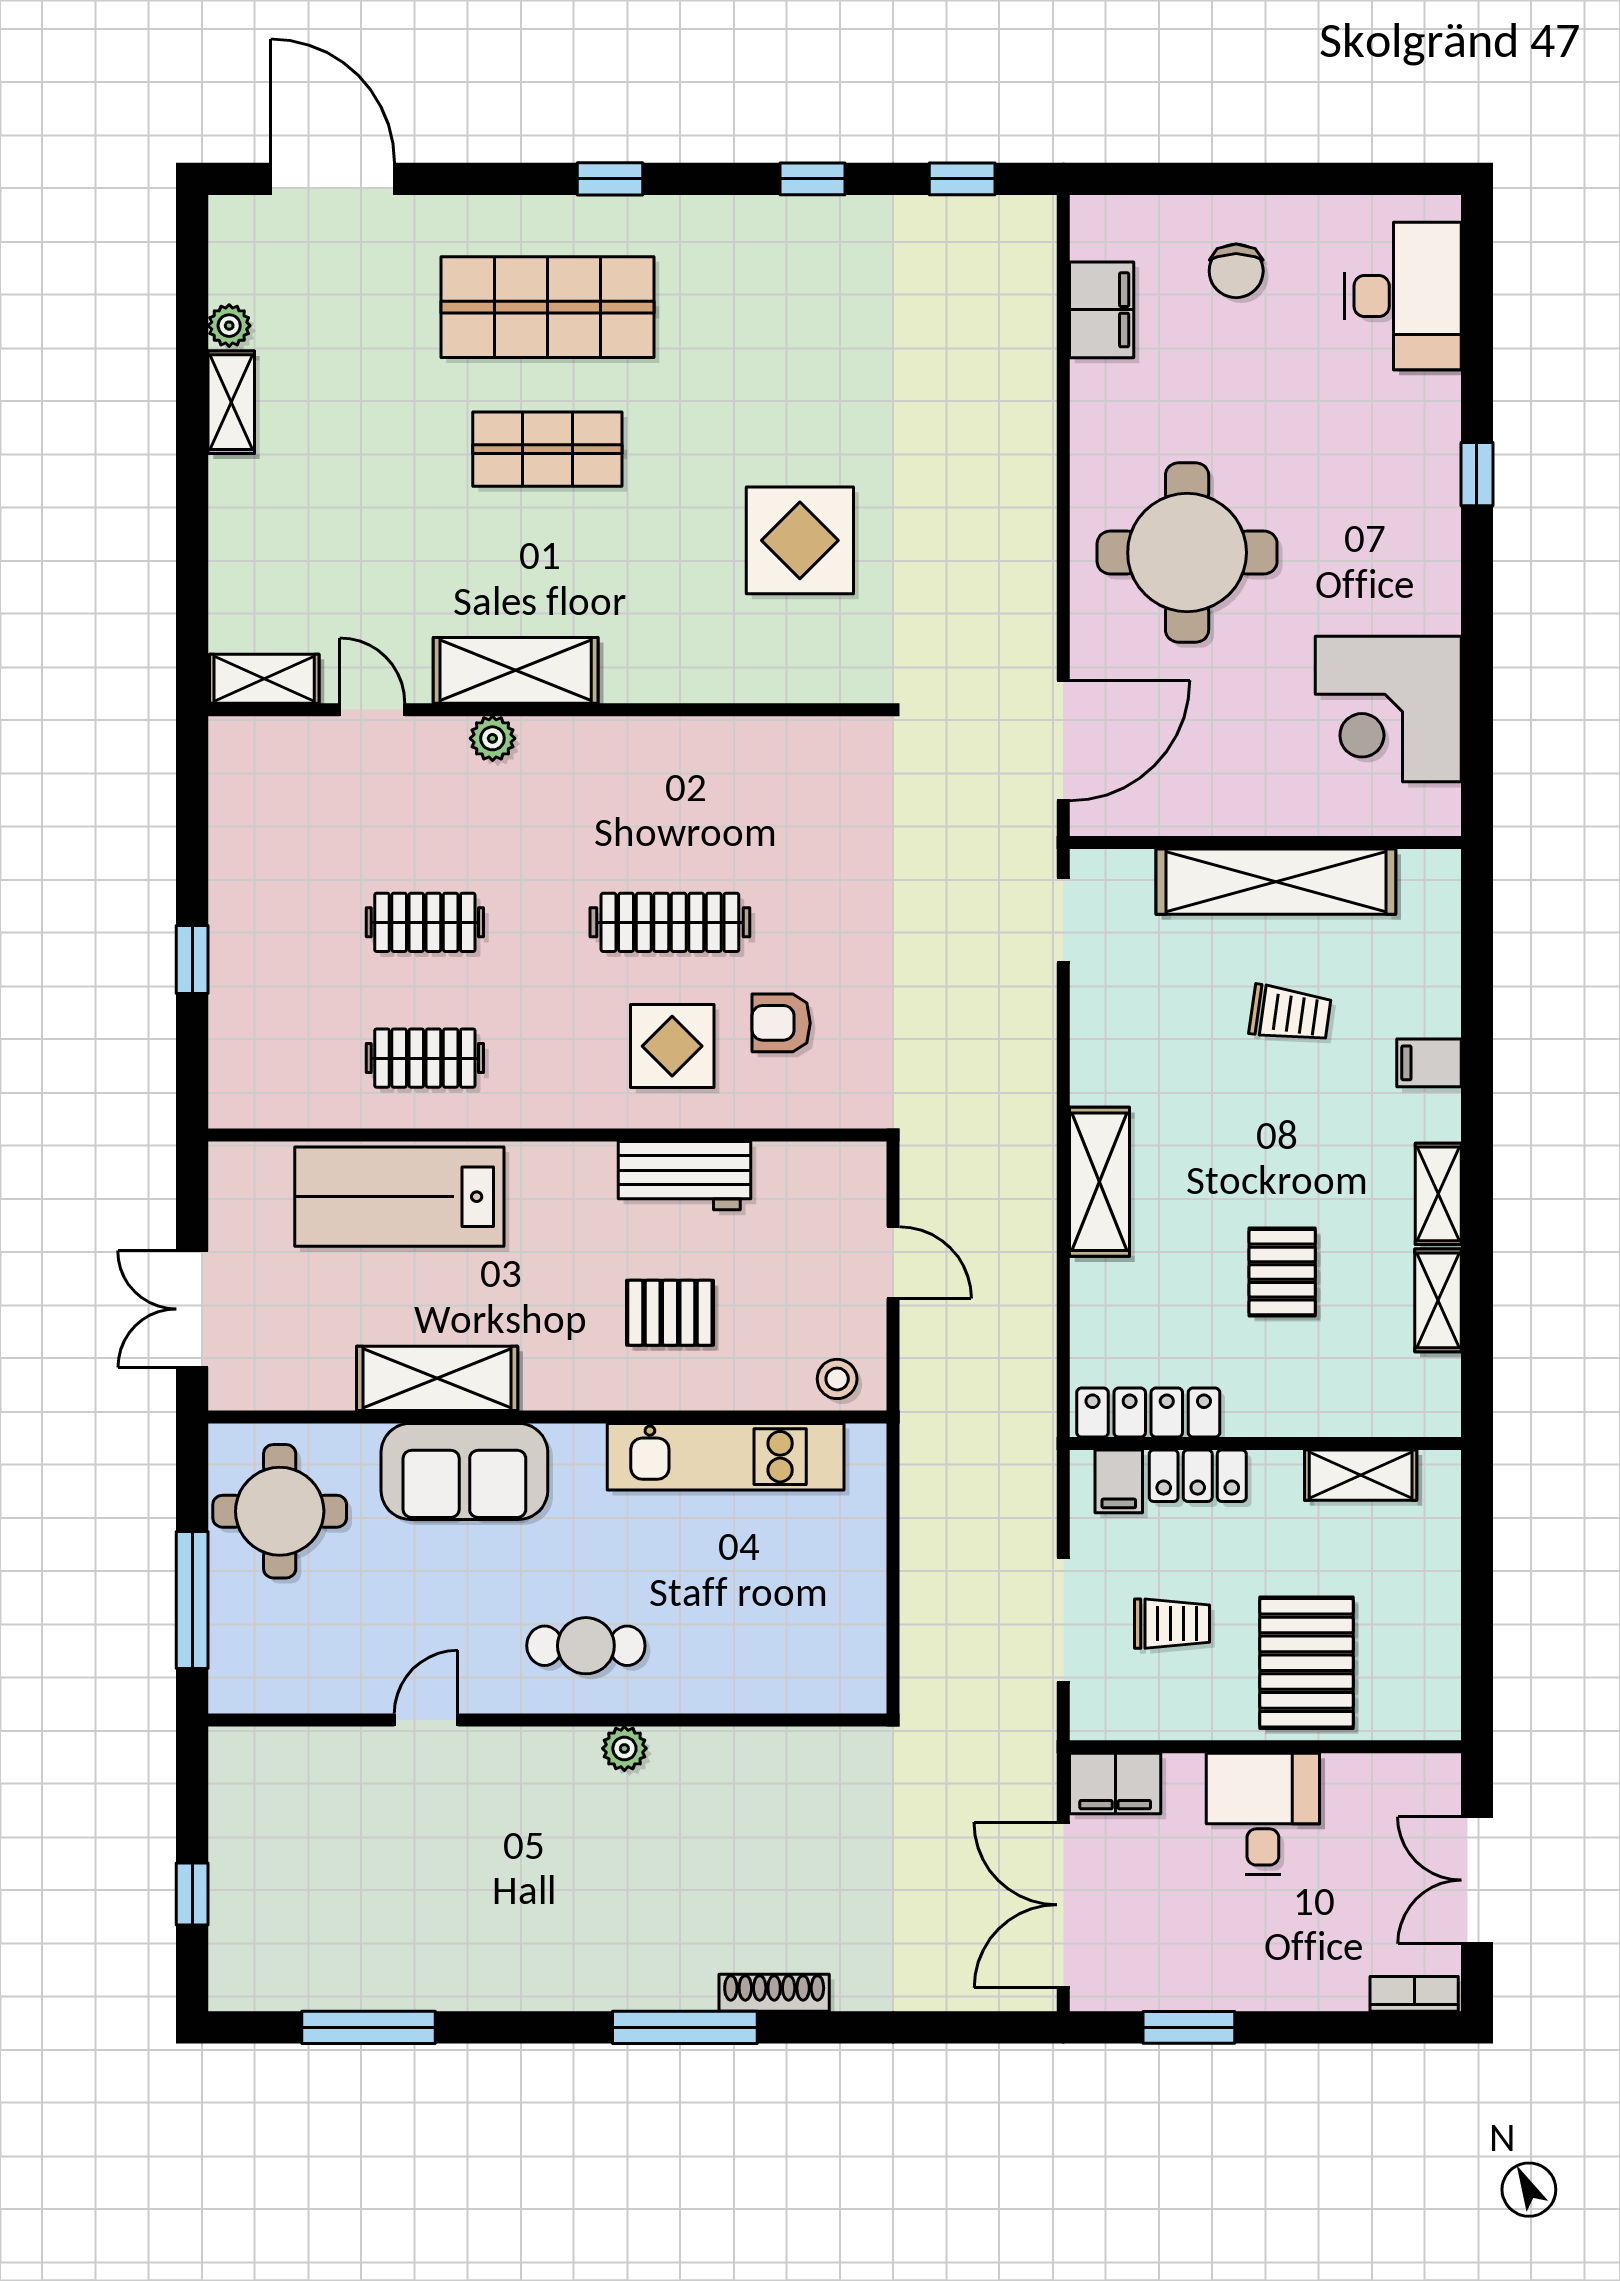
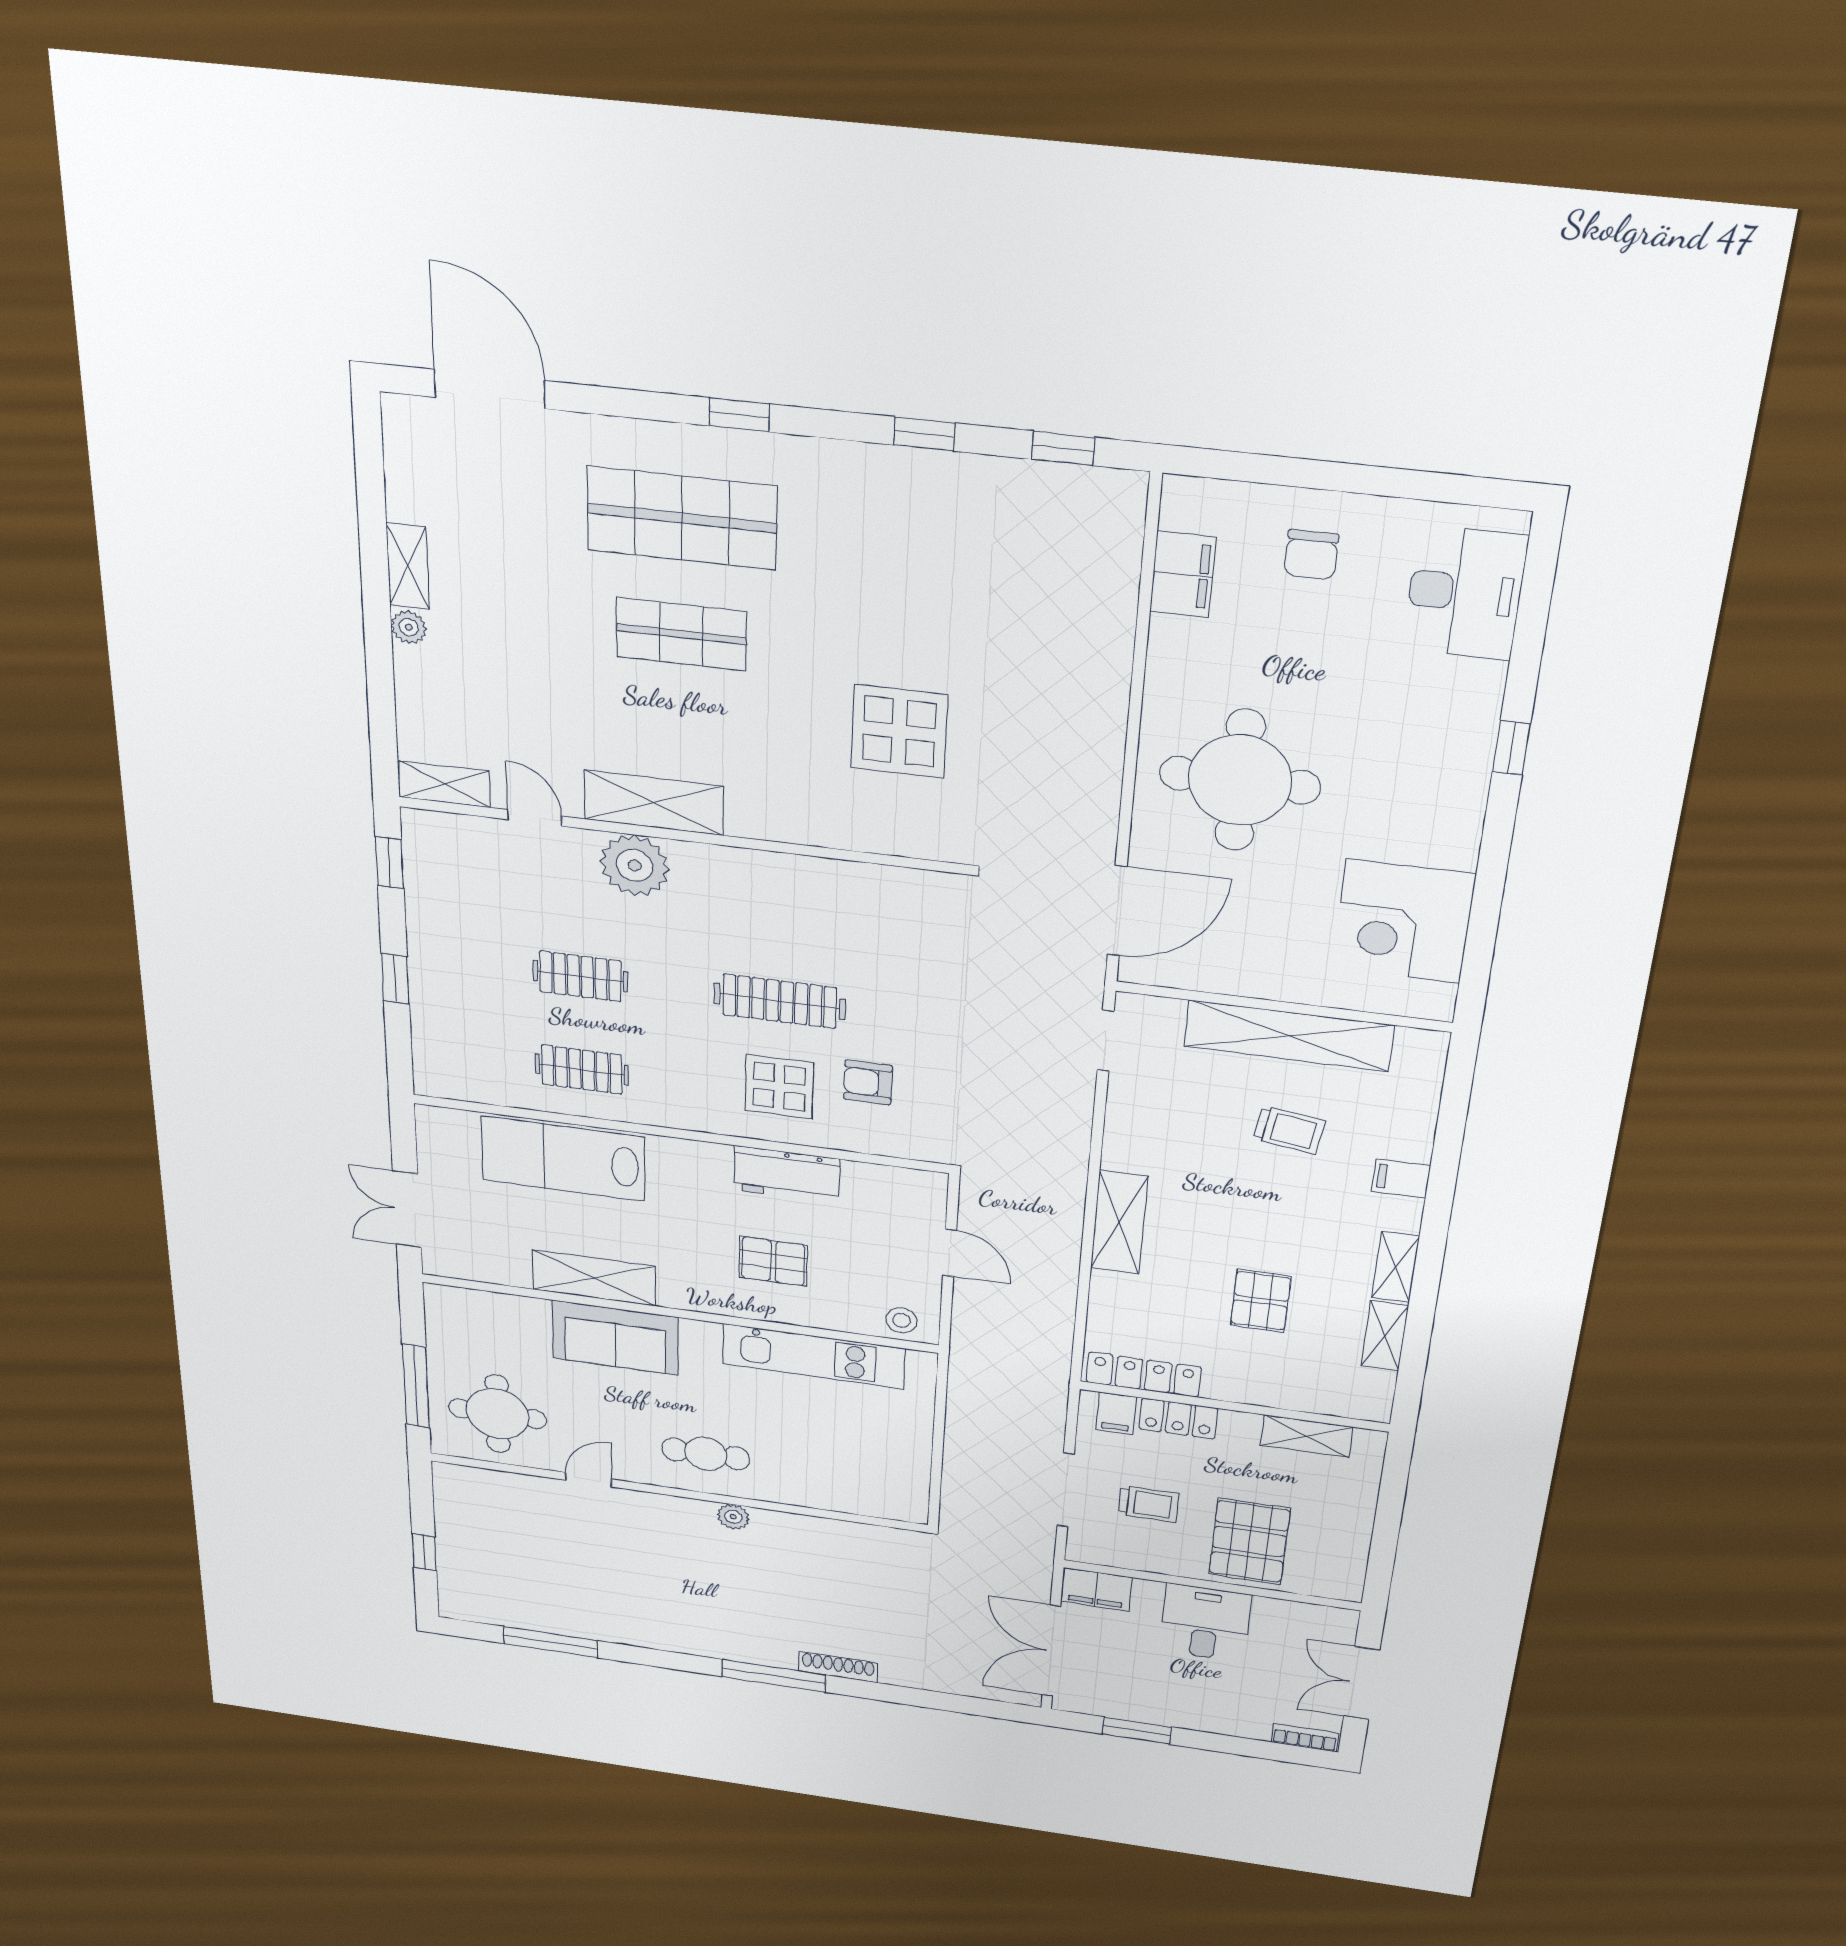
plant: (229, 326) -> (409, 627), moved
plant: (492, 738) -> (635, 865), width x1.88, depth x1.88
window: (192, 795) -> (389, 863), added
round table: (280, 1511) -> (498, 1414), moved

